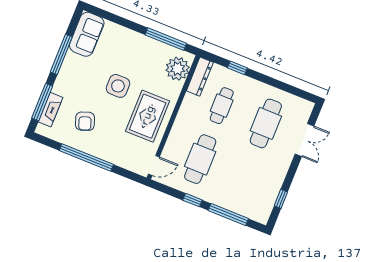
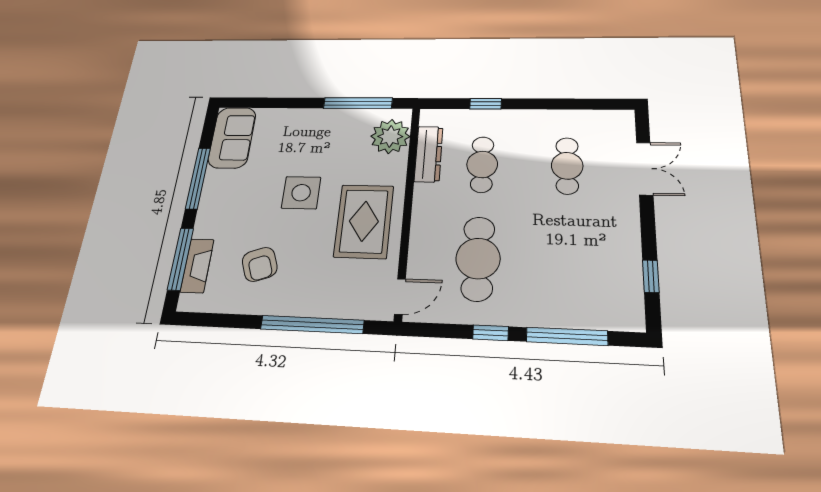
dresser: (200, 77) -> (429, 154), moved
cafe table: (266, 123) -> (567, 166), width x0.73, depth x0.74
window: (86, 157) -> (312, 325), moved

